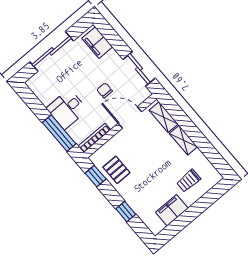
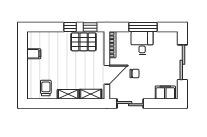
window: (59, 133) -> (143, 27), moved
pallet: (116, 170) -> (84, 42), width x1.50, depth x1.42
trolley: (189, 181) -> (46, 88), moved
filing cabinet: (172, 210) -> (34, 54), width x0.50
window: (126, 212) -> (70, 27), moved

